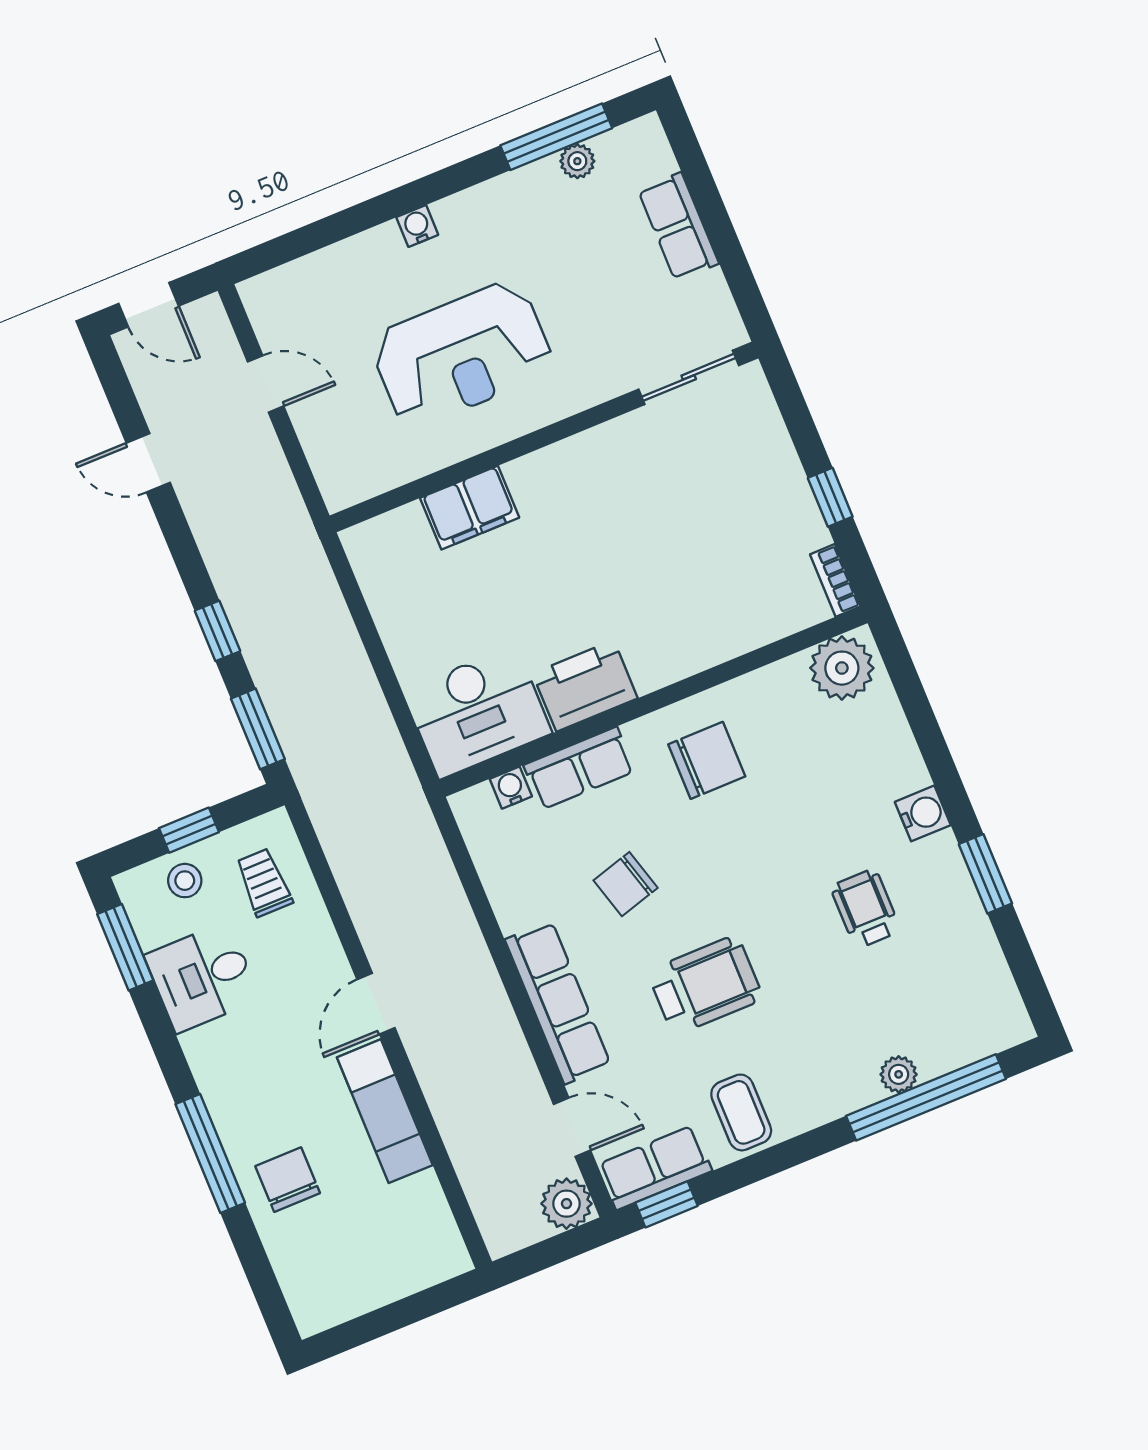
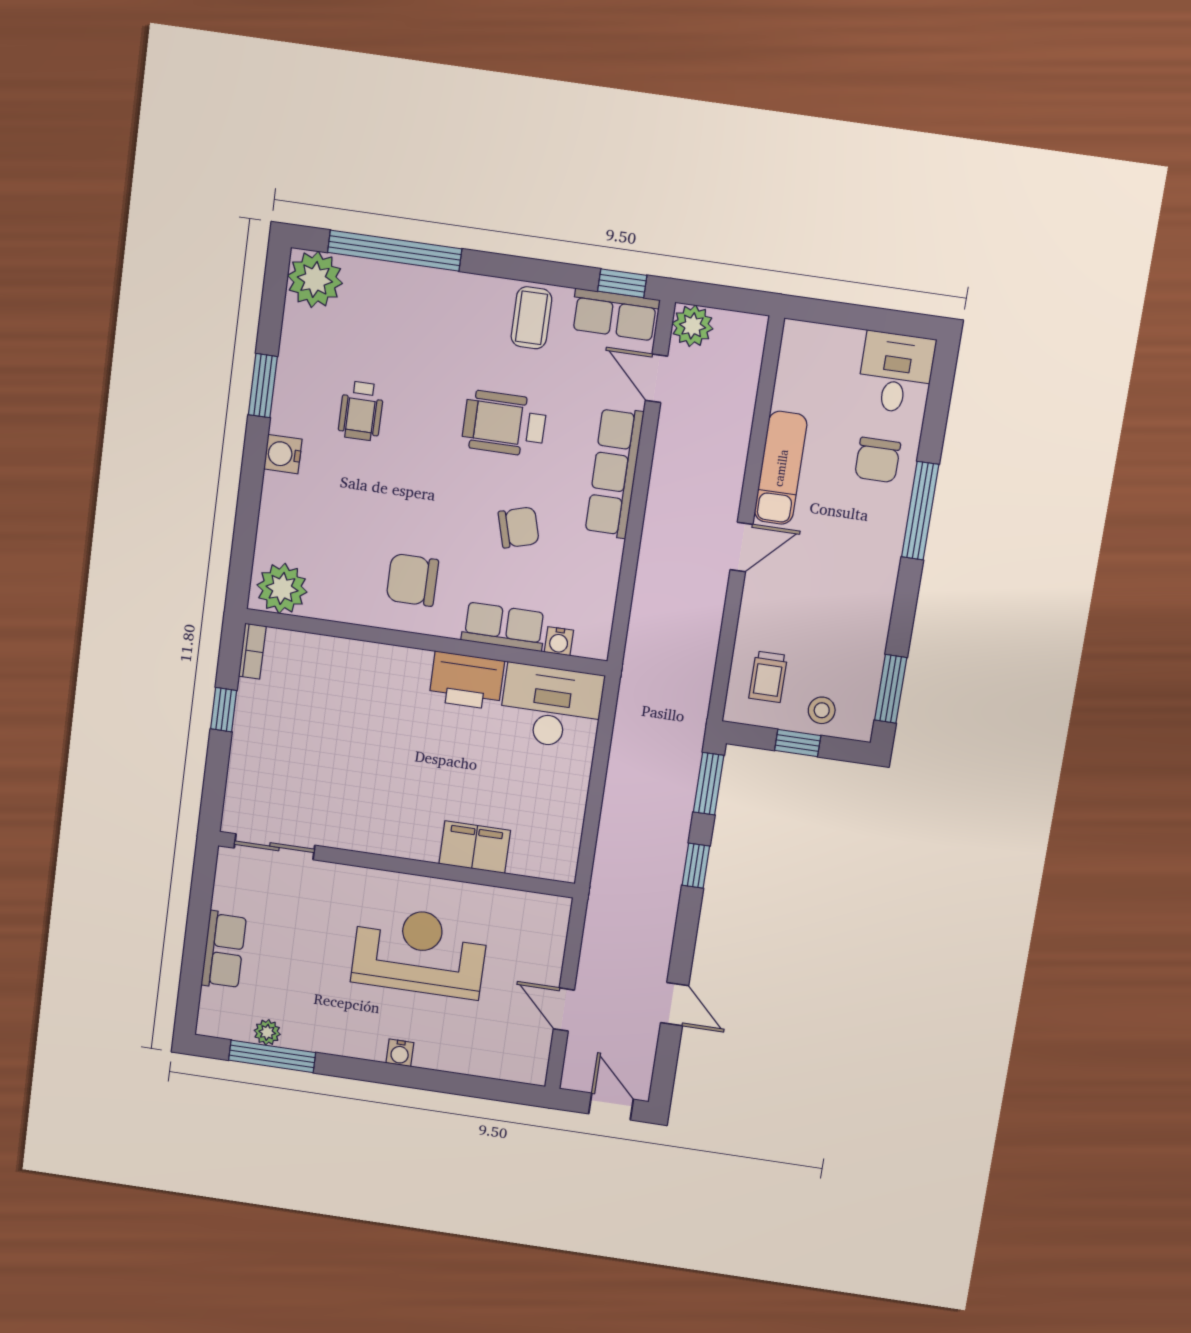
desk: (202, 977) -> (896, 373), moved, turned -90
plant: (899, 1074) -> (315, 279), moved, width x1.88, depth x1.88

